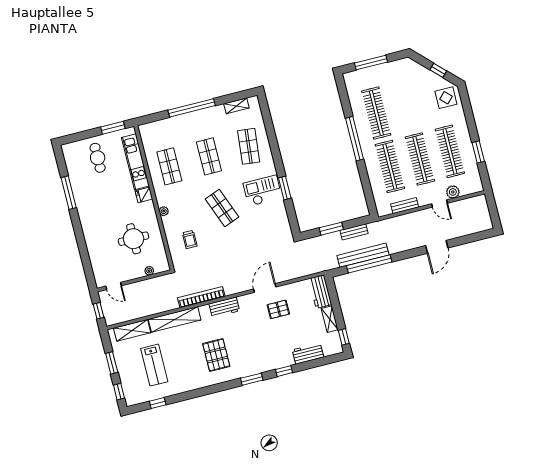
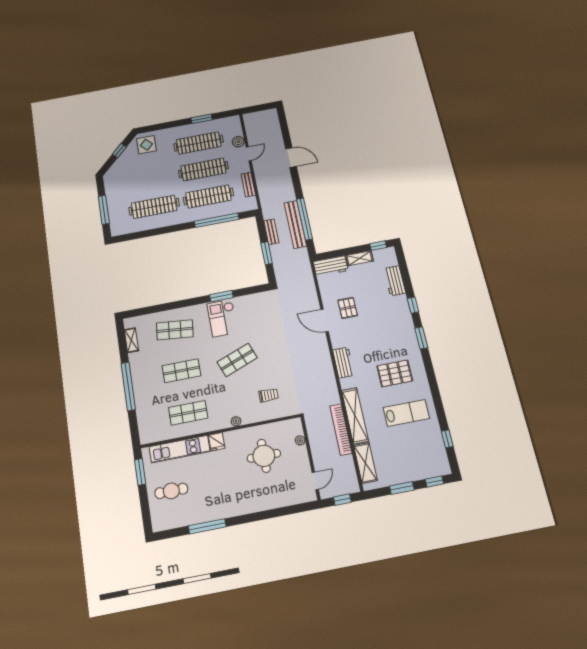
window: (355, 139) -> (217, 220), moved
bookcase: (201, 297) -> (341, 429), moved
lab bench: (154, 365) -> (406, 413), moved

